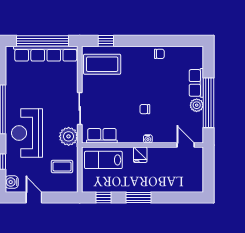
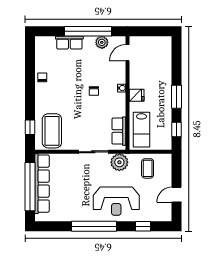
plant: (197, 105) -> (102, 42), moved
water cooler: (12, 182) -> (162, 215), removed

